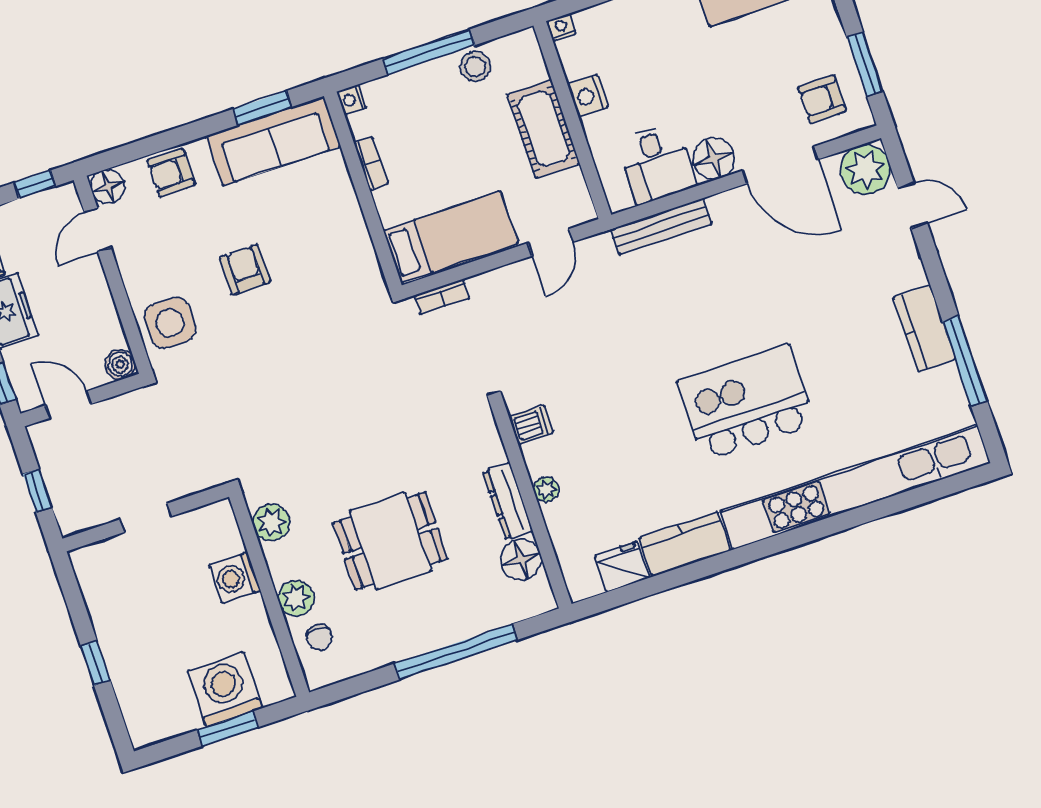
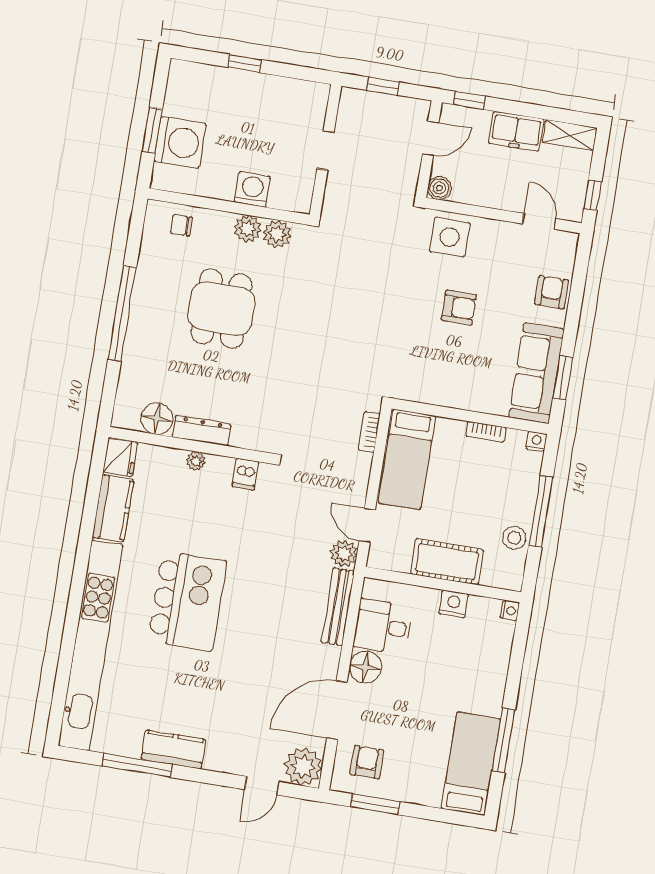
floor lamp: (108, 186) -> (565, 244), removed
plant: (597, 252) -> (344, 554), added
dishwasher: (531, 425) -> (245, 474), moved
plant: (546, 489) -> (196, 461), moved
dresser: (508, 501) -> (202, 431), moved
wall: (532, 506) -> (190, 445), moved
floor lamp: (521, 560) -> (157, 419), moved
plant: (296, 598) -> (248, 229), moved

